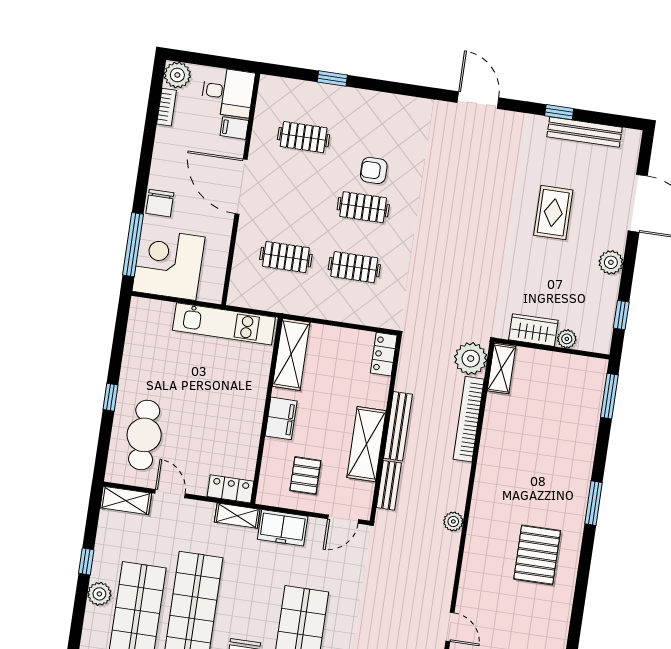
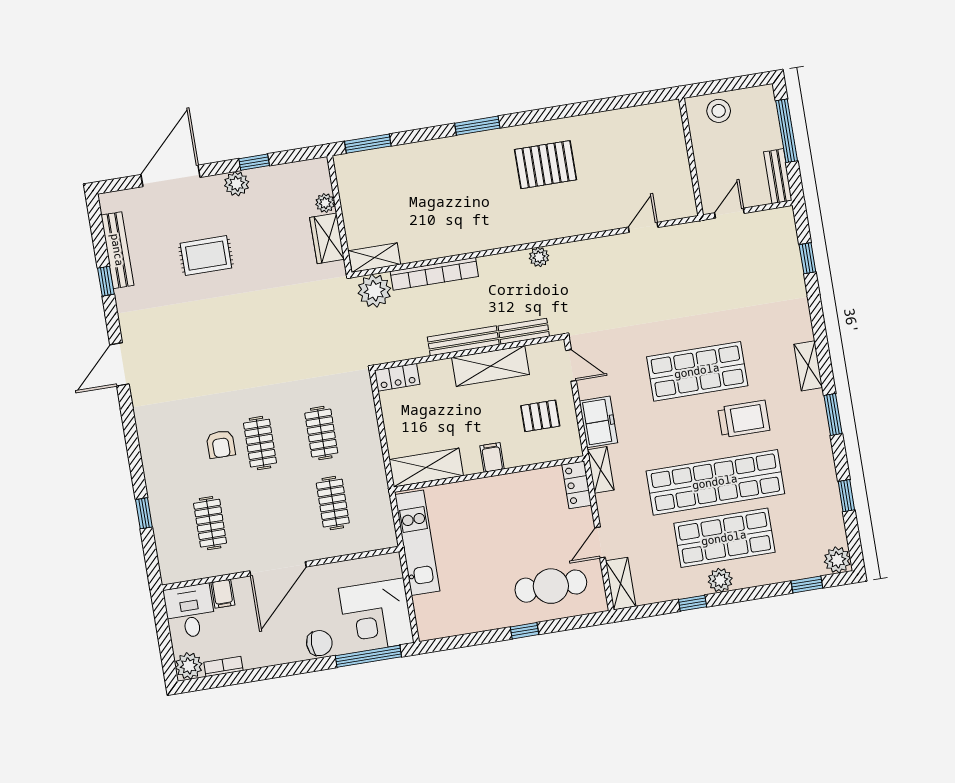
window: (621, 315) -> (254, 162), moved
filing cabinet: (281, 418) -> (492, 457), width x0.50

